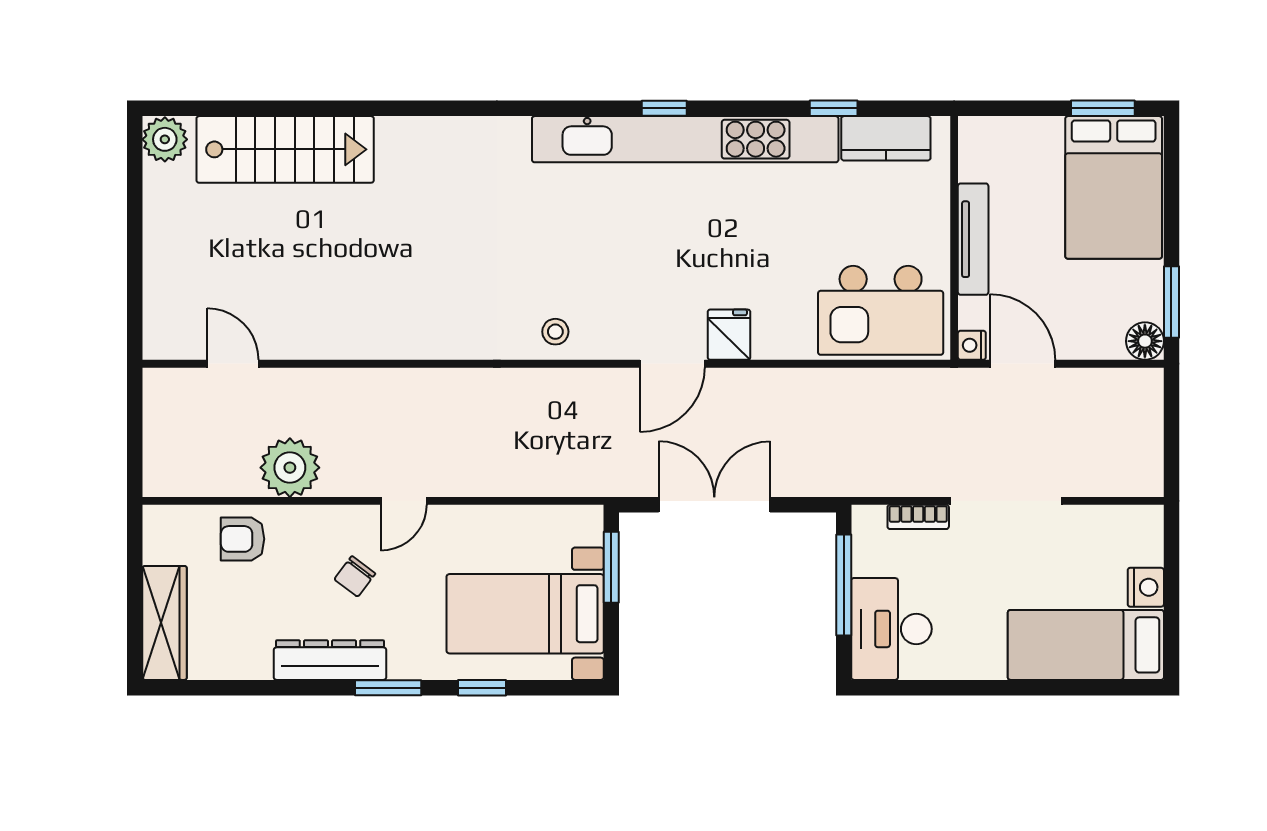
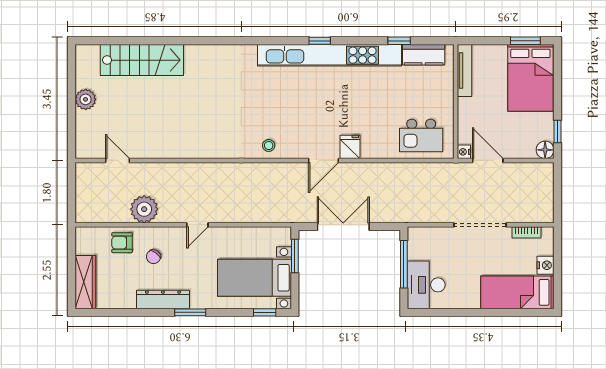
plant: (165, 139) -> (86, 99), moved
tv unit: (973, 239) -> (465, 71), moved
window: (1171, 302) -> (558, 132), width x0.67
kitchen island: (881, 310) -> (421, 135), width x0.73, depth x0.78
bookcase: (918, 517) -> (526, 232), moved
chair: (355, 576) -> (154, 257), moved
window: (482, 688) -> (265, 312), moved

